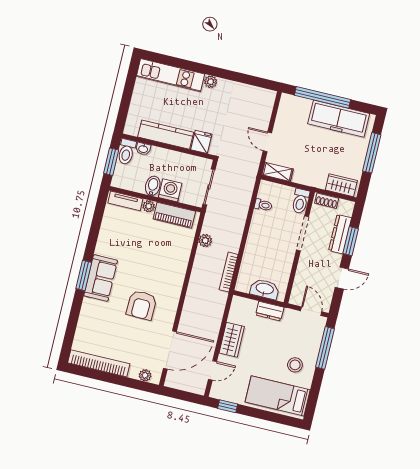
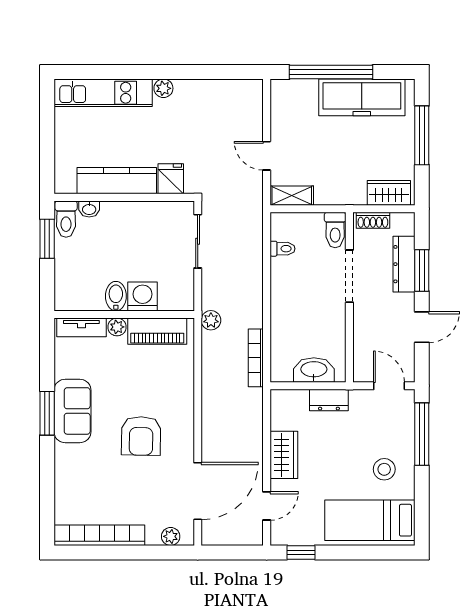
bidet: (153, 186) -> (116, 296), moved
washing machine: (170, 190) -> (143, 297), moved
wall: (155, 199) -> (124, 315), moved
tv unit: (125, 201) -> (81, 327), moved
plant: (149, 206) -> (117, 327), moved
piano: (174, 215) -> (157, 331), moved

